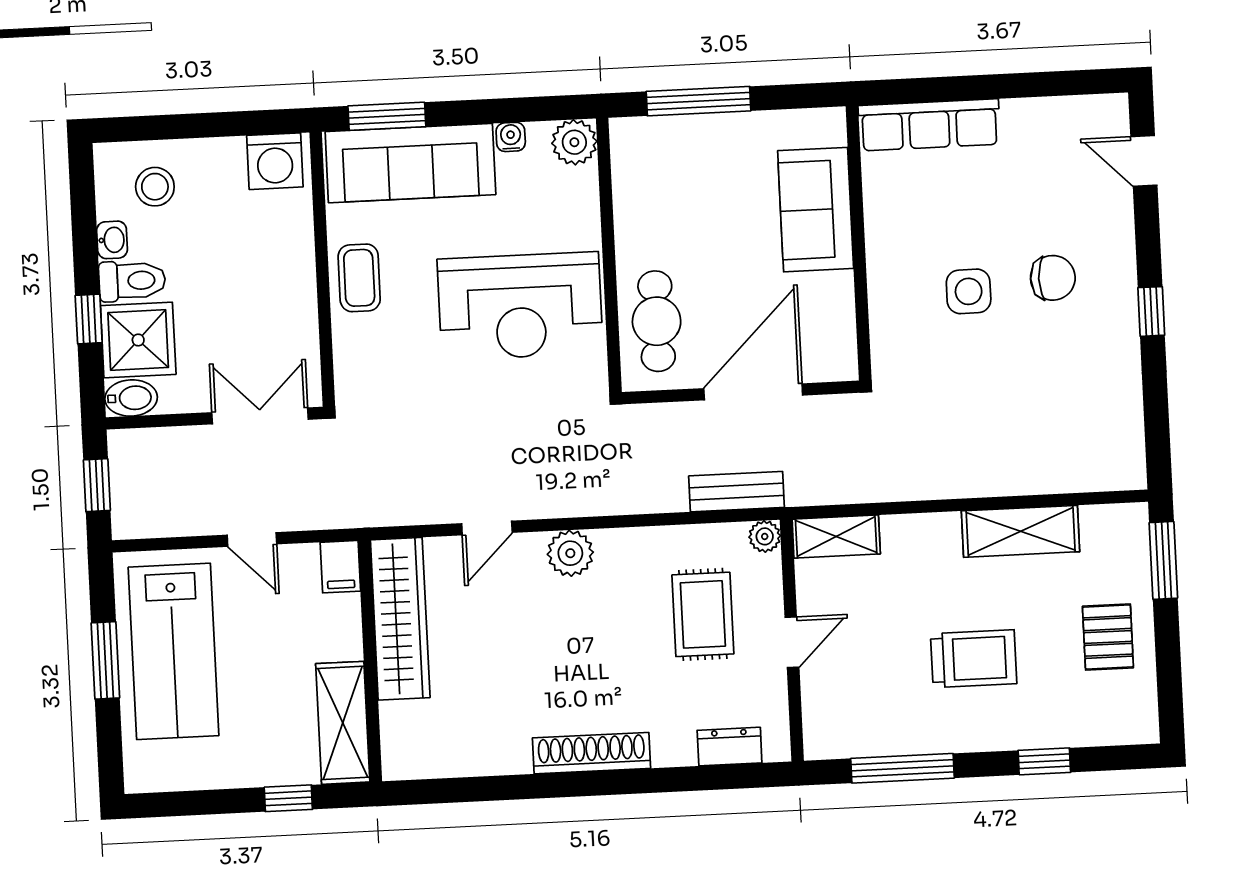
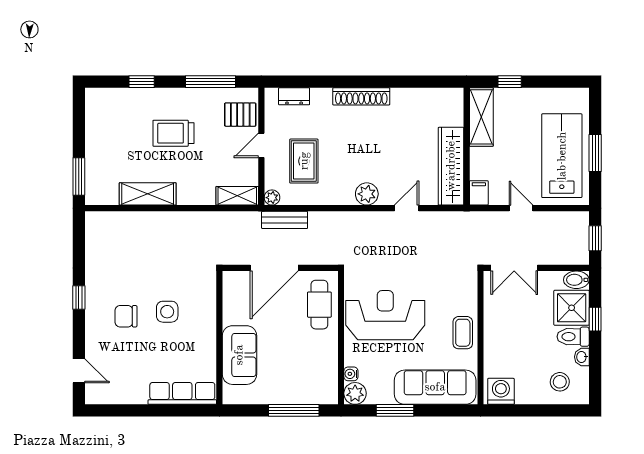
window: (387, 116) -> (395, 410), moved
water cooler: (511, 137) -> (351, 374), moved, turned 90
pallet: (1108, 637) -> (240, 115), moved, turned 90

